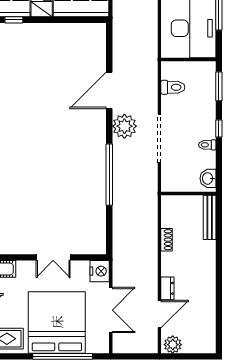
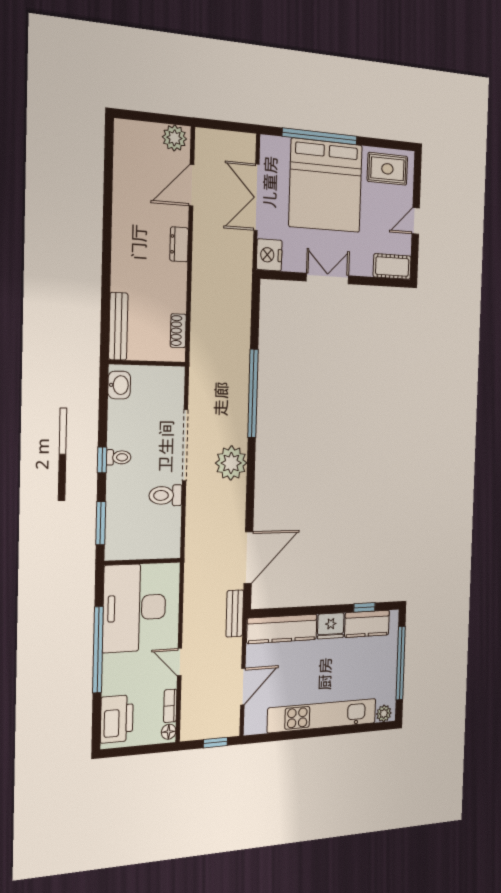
bench: (119, 21) -> (235, 613), added
toilet: (173, 87) -> (166, 495), moved
door: (109, 90) -> (248, 558), moved
toilet: (207, 145) -> (119, 457), moved
shoe rack: (167, 240) -> (178, 331), moved
dresser: (167, 288) -> (179, 244), moved

